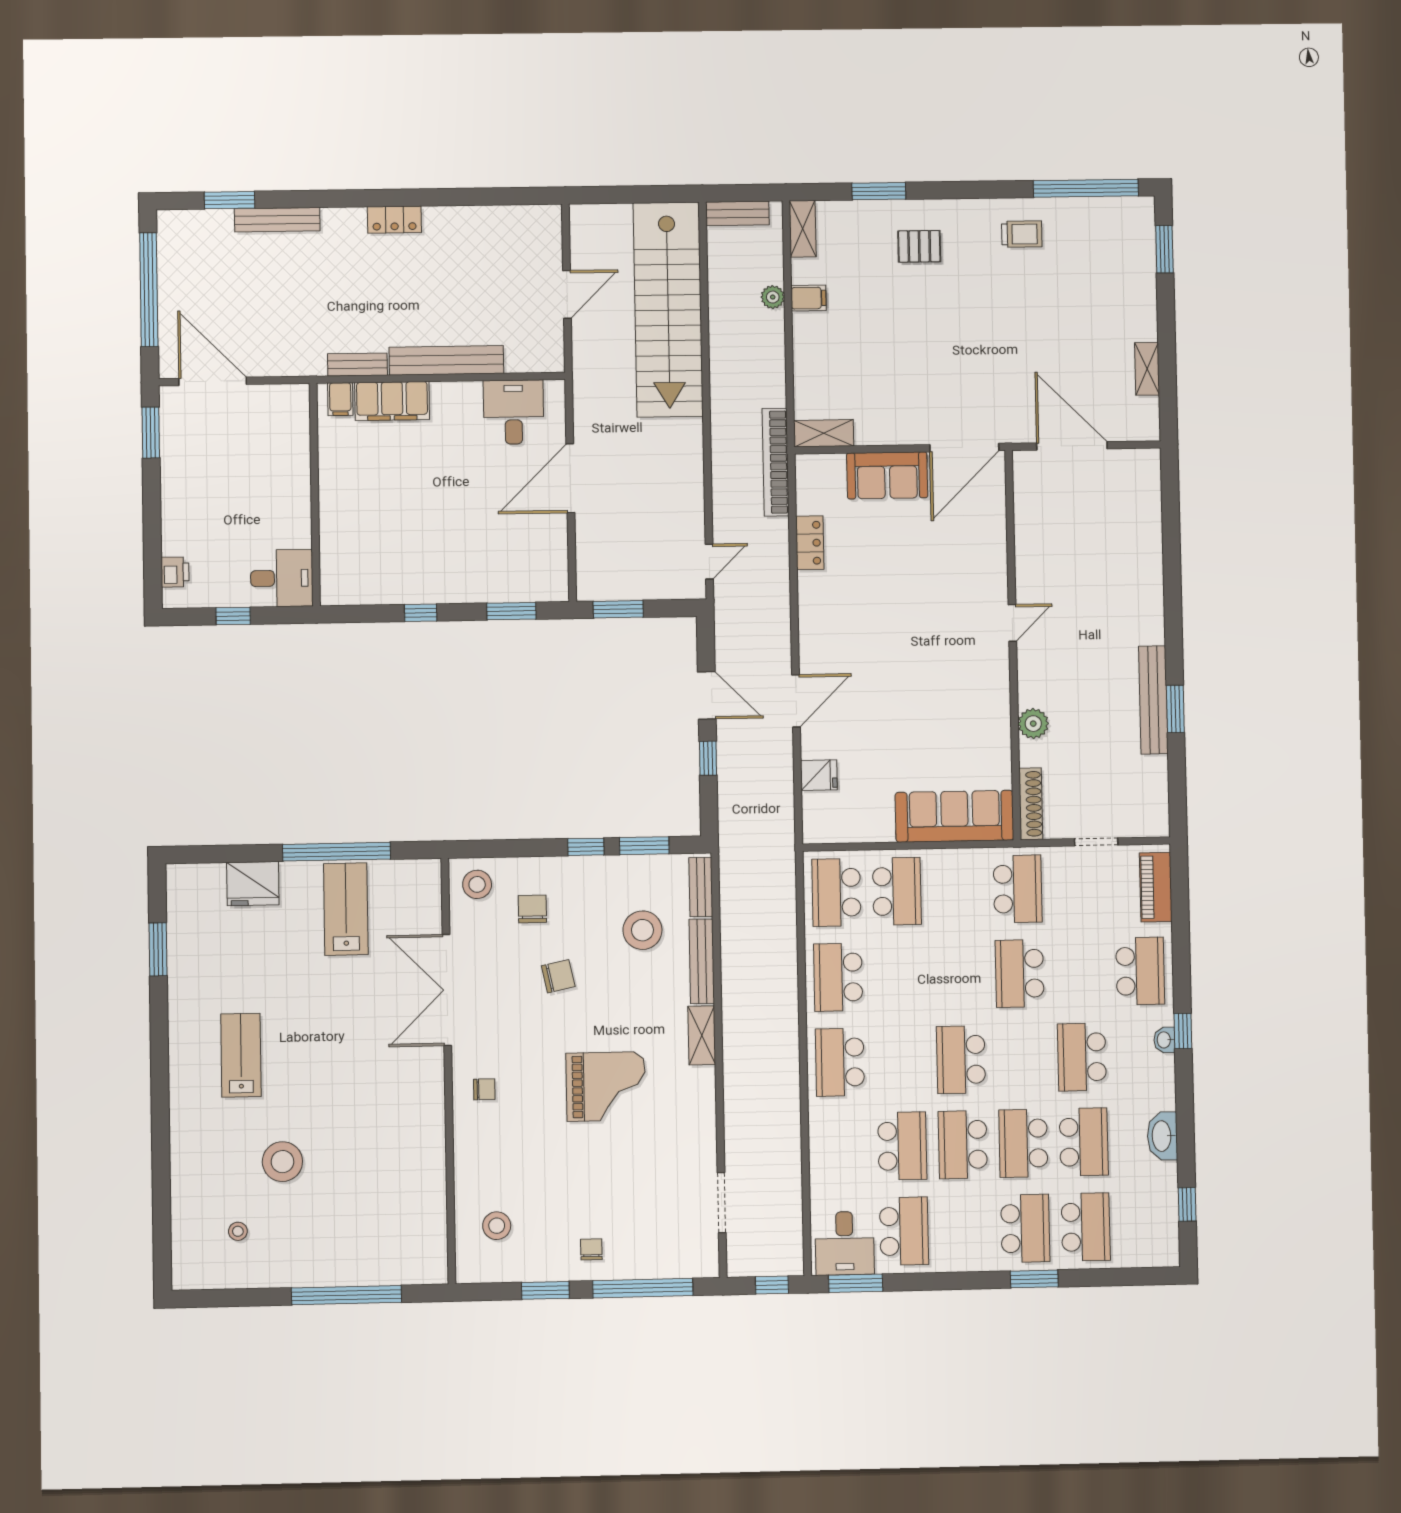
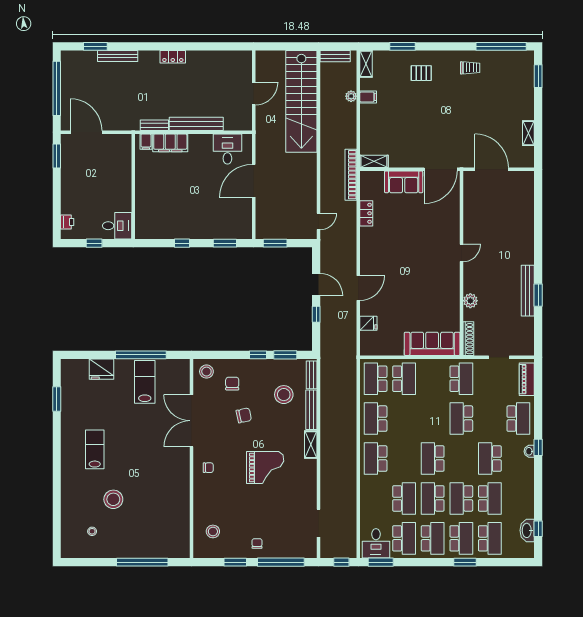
washbasin: (1162, 1136) -> (527, 530), moved
school desk: (965, 1230) -> (433, 538), added

